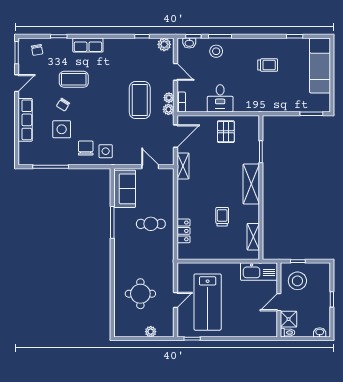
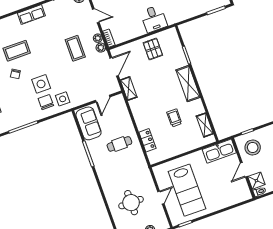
row of seats: (88, 45) -> (31, 15), moved
desk: (220, 98) -> (154, 19), moved
coffee table: (140, 100) -> (75, 48), width x0.73, depth x0.76
side table: (62, 129) -> (41, 84), moved
door: (150, 167) -> (103, 99), swing flipped

